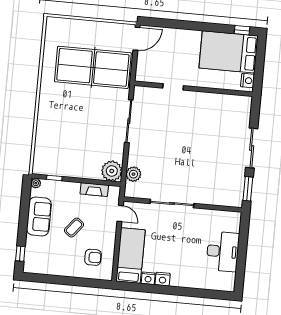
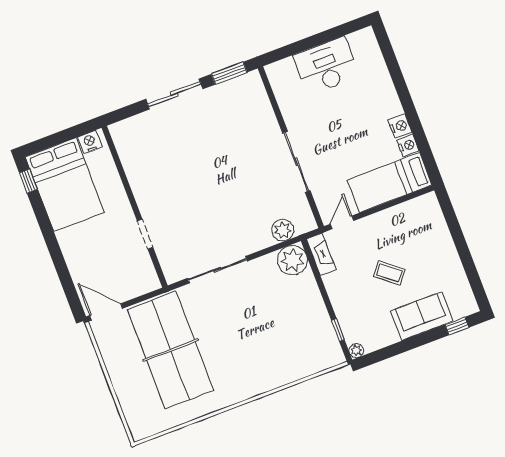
fireplace: (94, 190) -> (321, 254), moved
sofa: (39, 217) -> (422, 316), moved
armchair: (93, 257) -> (416, 230), removed

